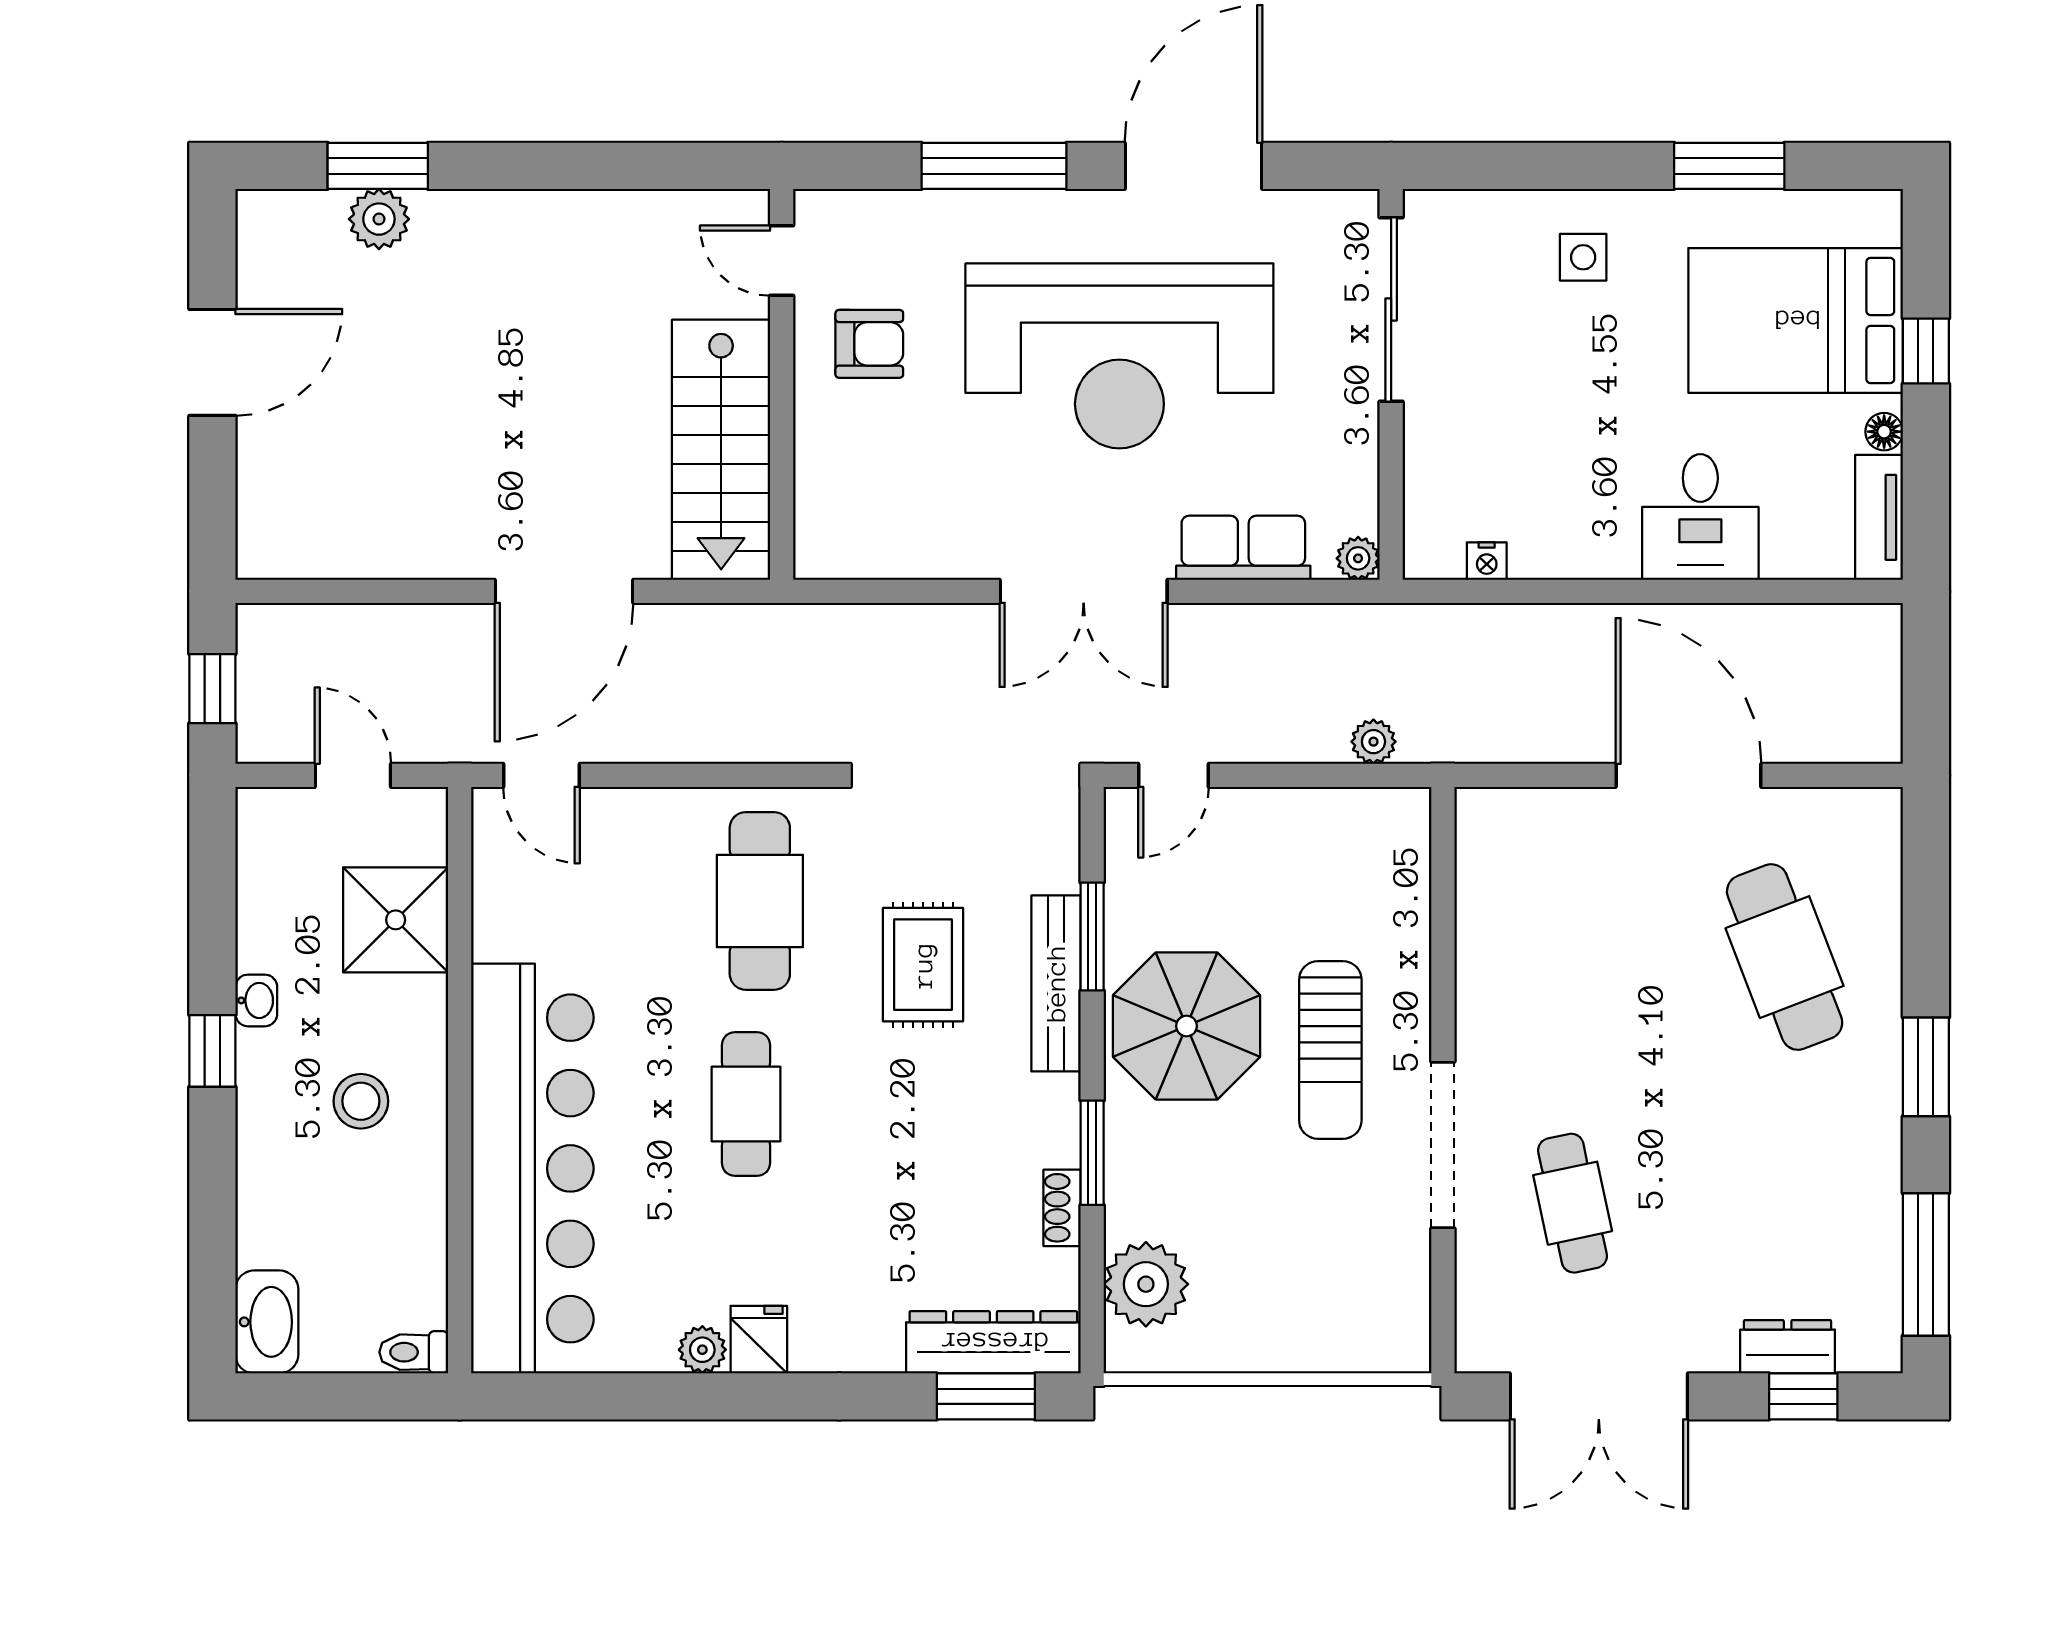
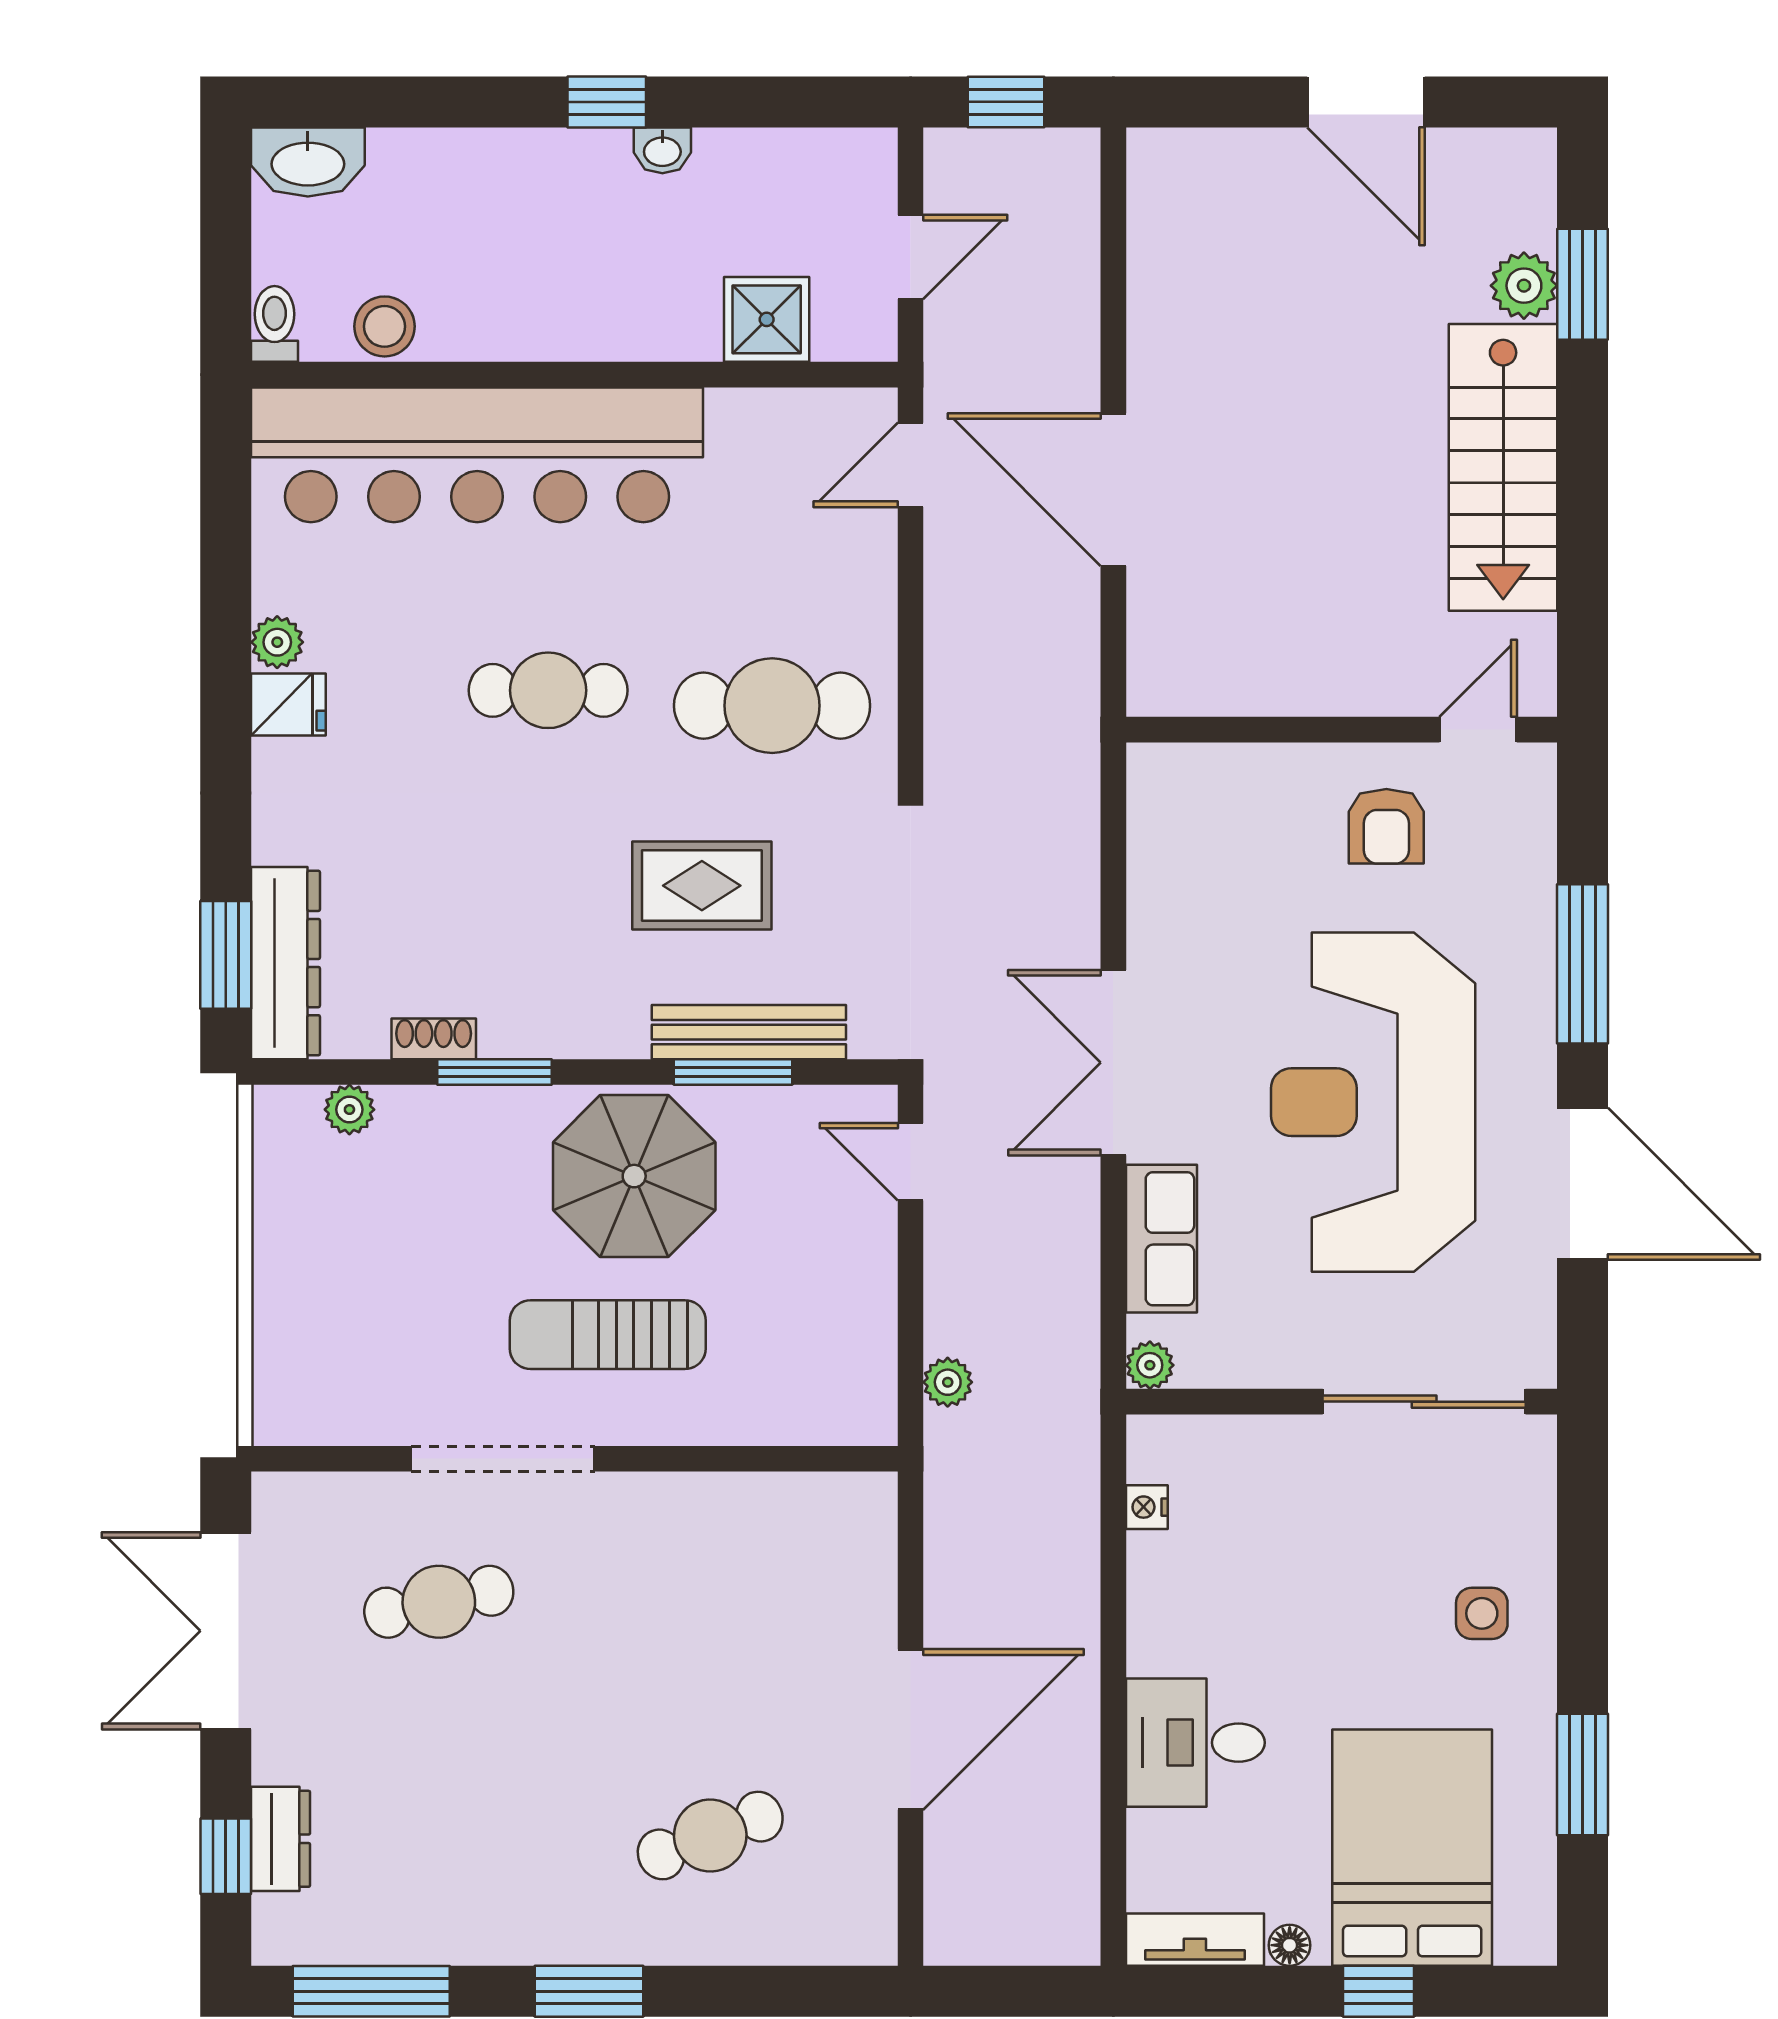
stairs: (721, 450) -> (1503, 467), moved, turned -90
shower: (396, 920) -> (767, 319), width x0.73, depth x0.73
cafe table: (1785, 957) -> (710, 1836), width x0.73, depth x0.74
bench: (1056, 983) -> (749, 1032), moved
stool: (361, 1101) -> (385, 326), moved
plant: (1146, 1284) -> (349, 1110), width x0.53, depth x0.53

